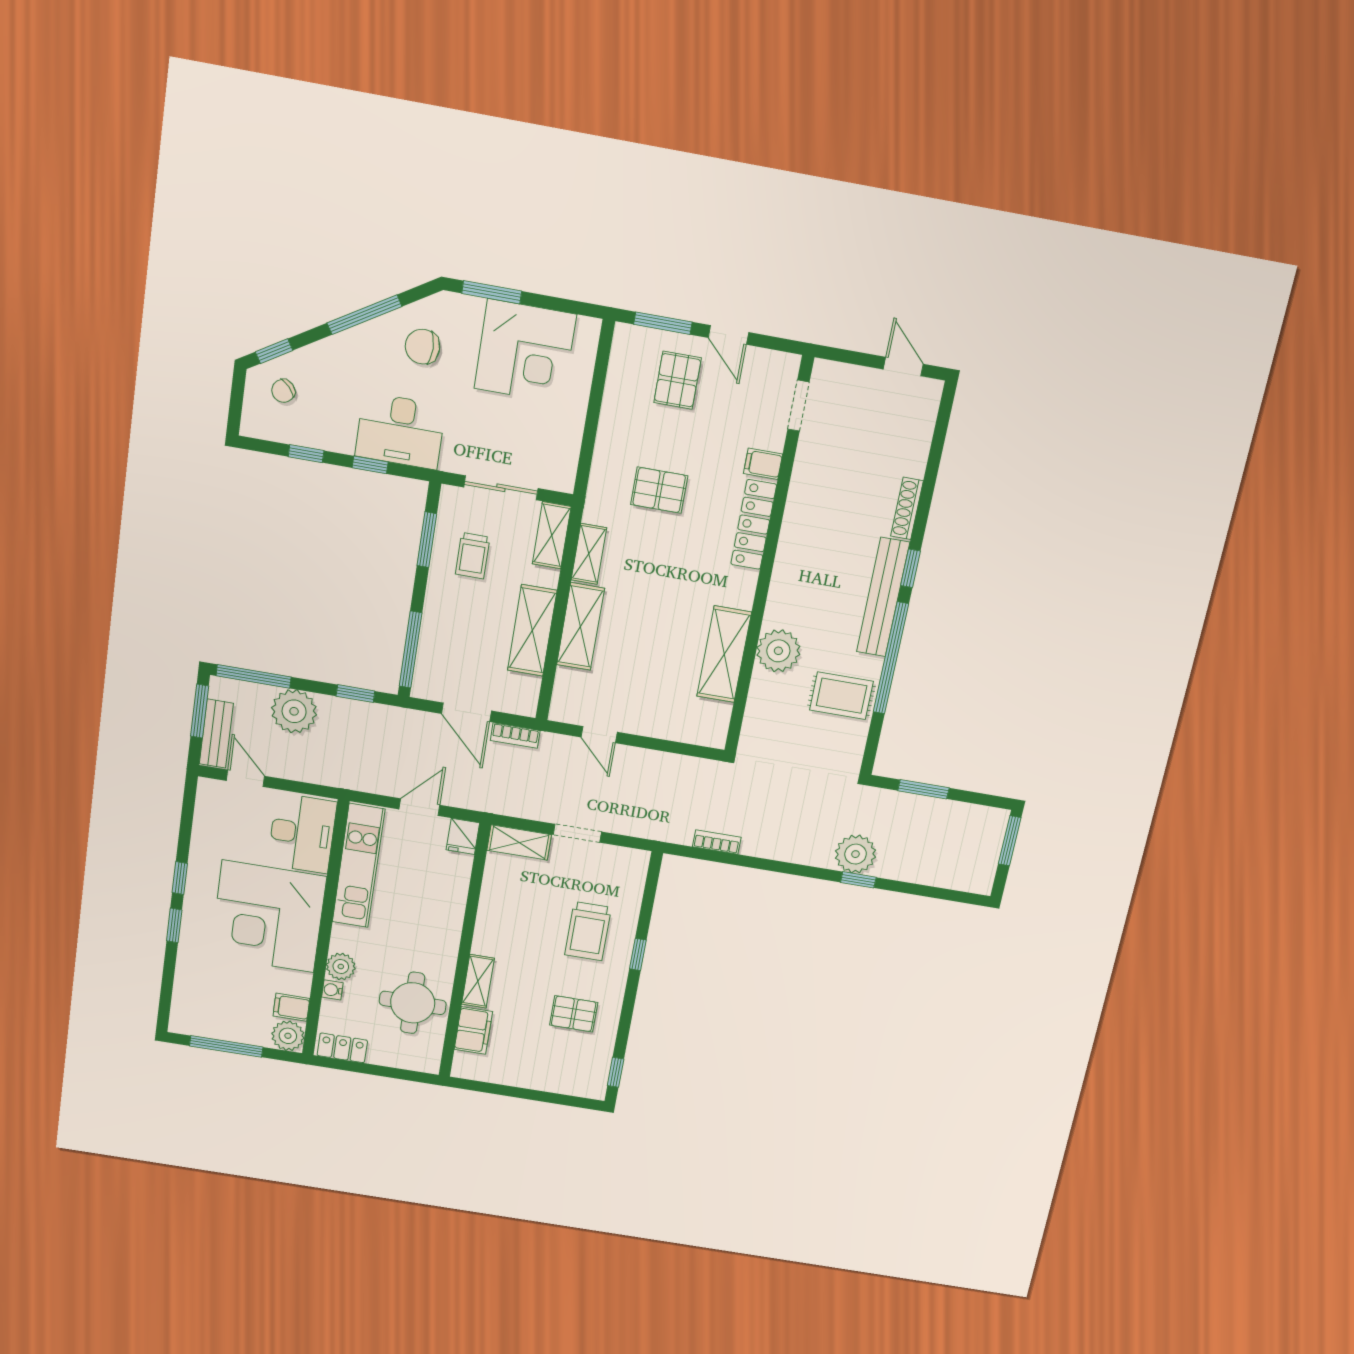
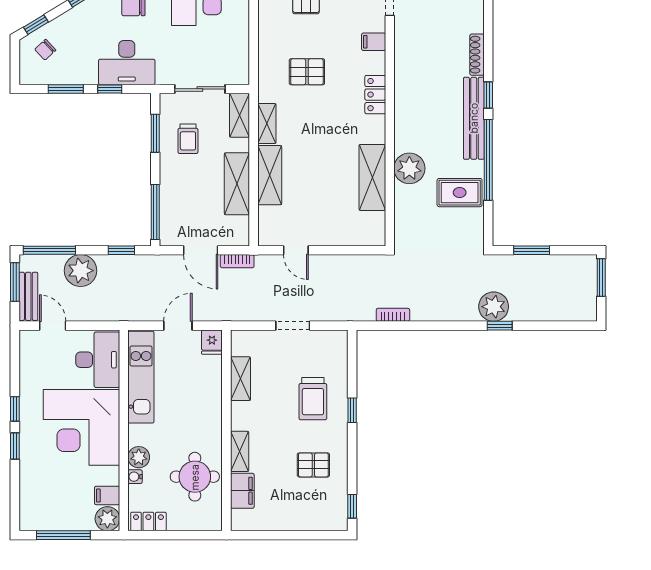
window: (306, 454) -> (66, 89), width x1.50
locker: (754, 525) -> (375, 95), width x0.66
shelving: (519, 842) -> (240, 379), moved, turned 90

